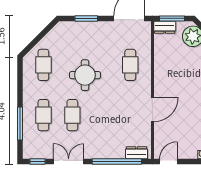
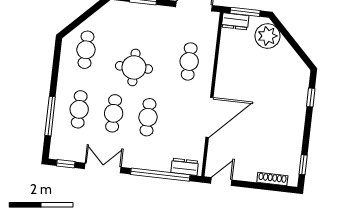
door: (152, 109) -> (210, 117), width x1.36
cafe table: (101, 115) -> (148, 117), added

